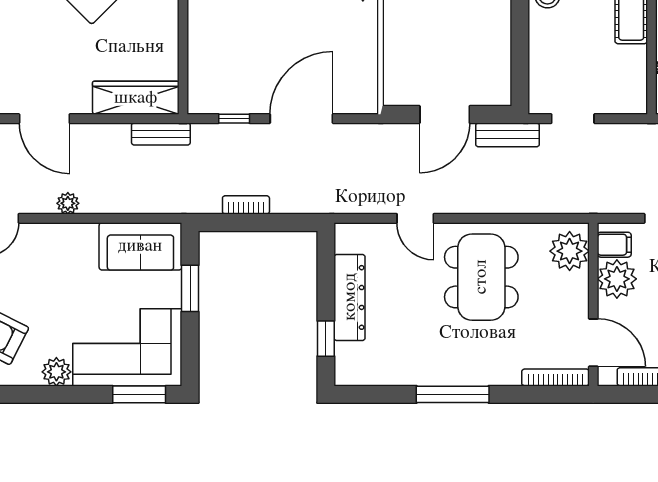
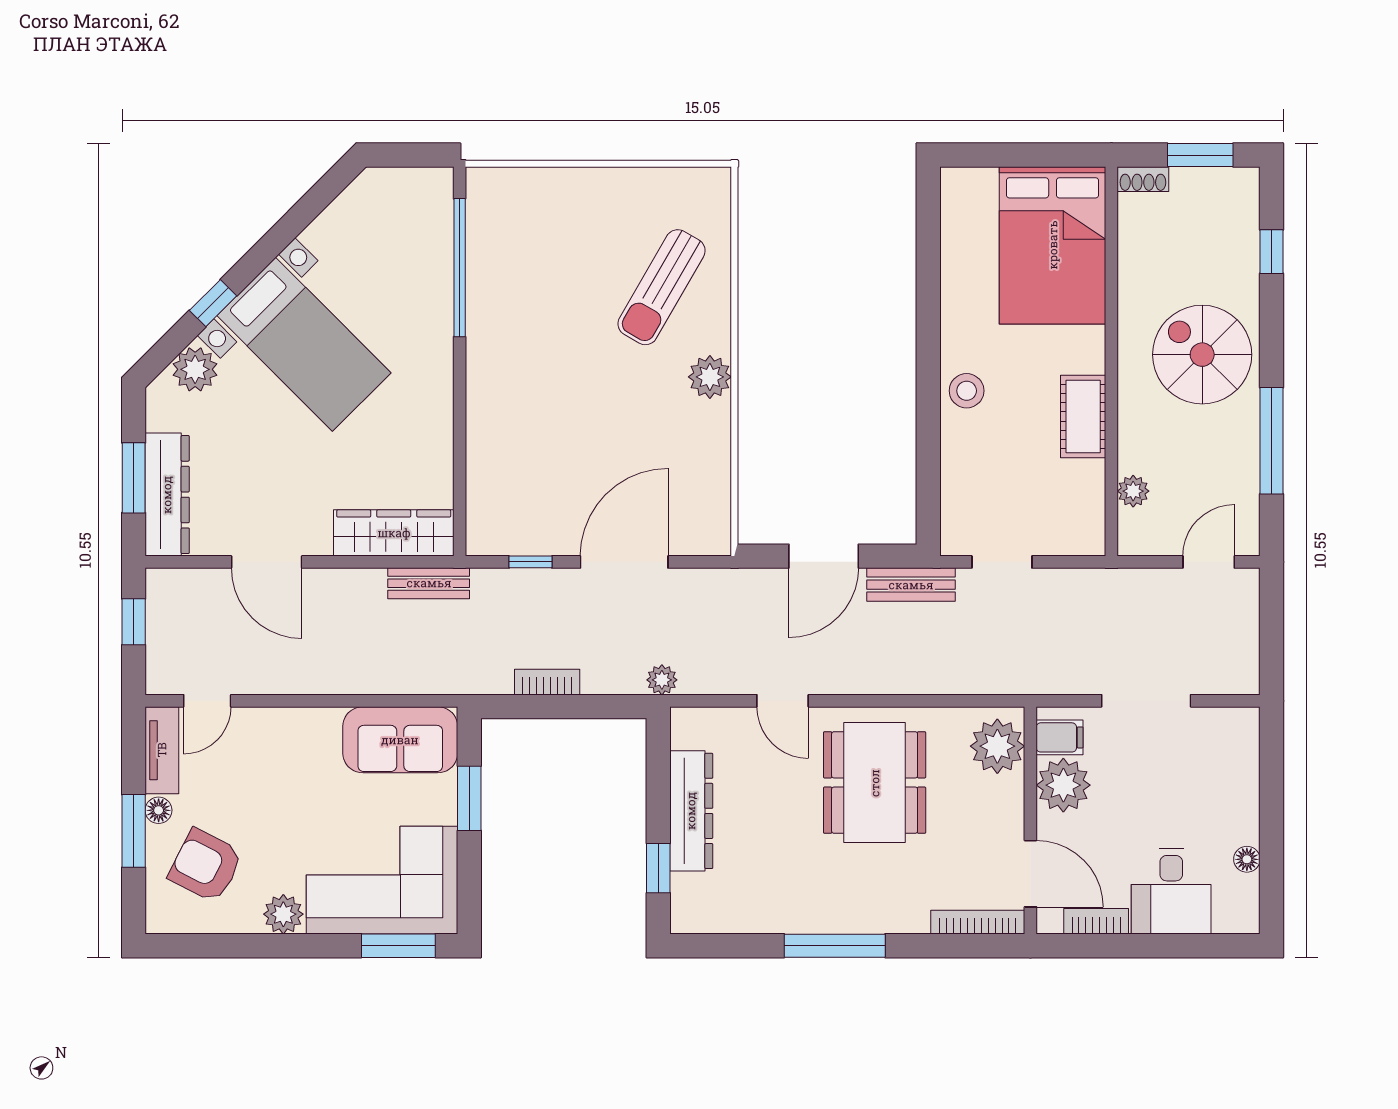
plant: (68, 203) -> (662, 680), moved

